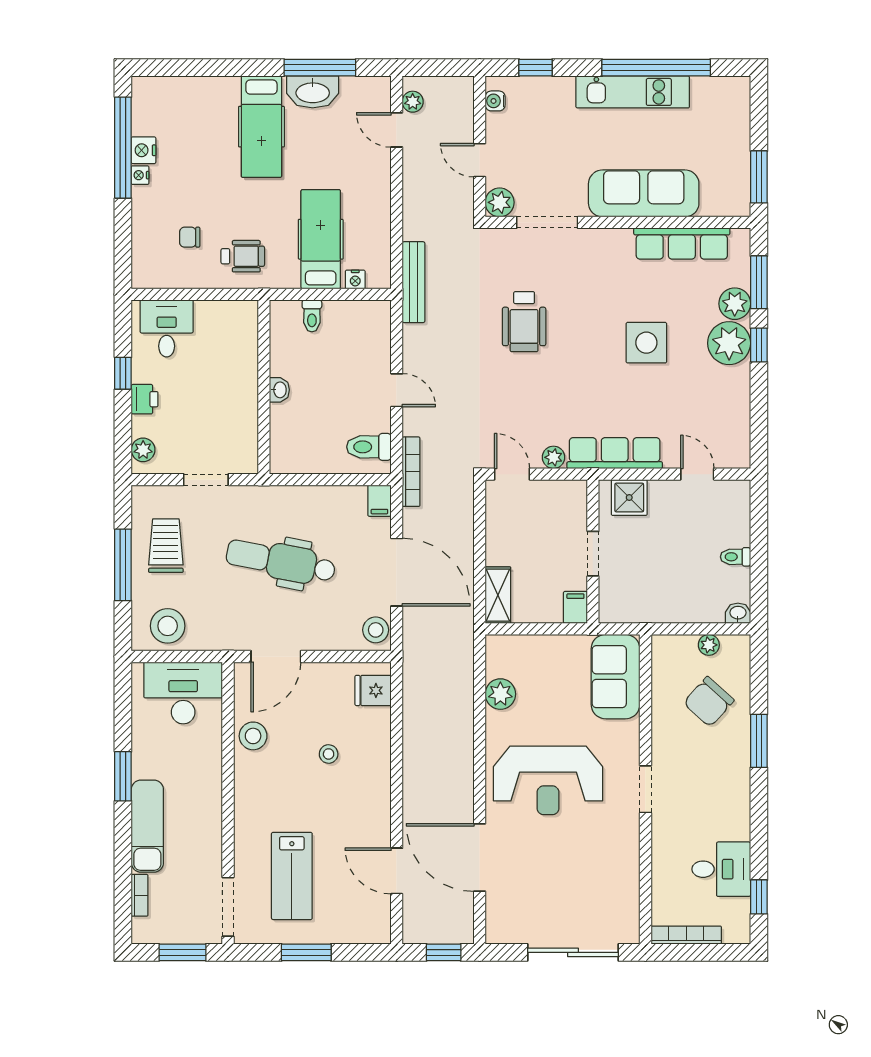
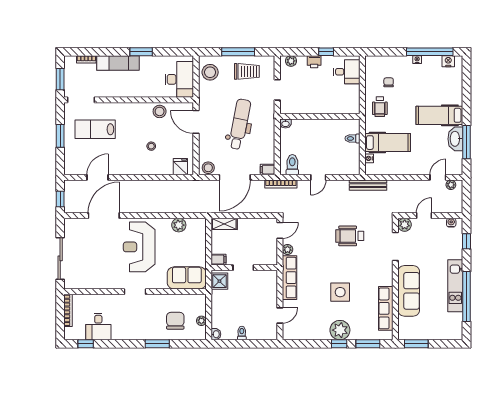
nightstand: (144, 150) -> (448, 61), moved
plant: (735, 304) -> (358, 333), removed
washbasin: (279, 390) -> (285, 124), moved
shower: (629, 498) -> (219, 281), moved
chair: (709, 702) -> (175, 321), turned 48

